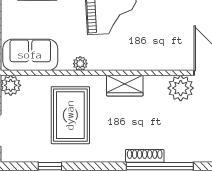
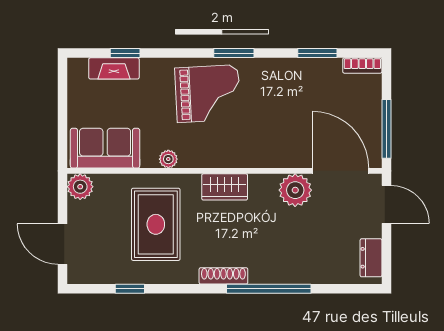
shoe rack: (145, 156) -> (223, 276), moved

